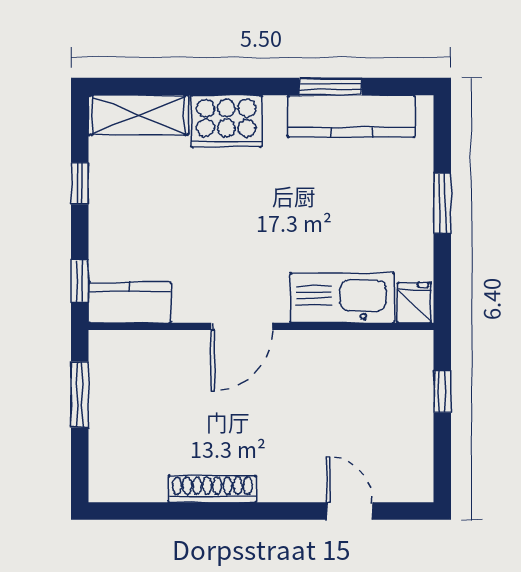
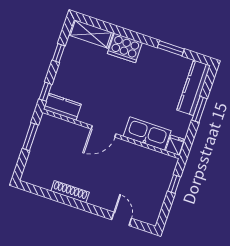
kitchen counter: (351, 116) -> (194, 88), moved, turned 90

